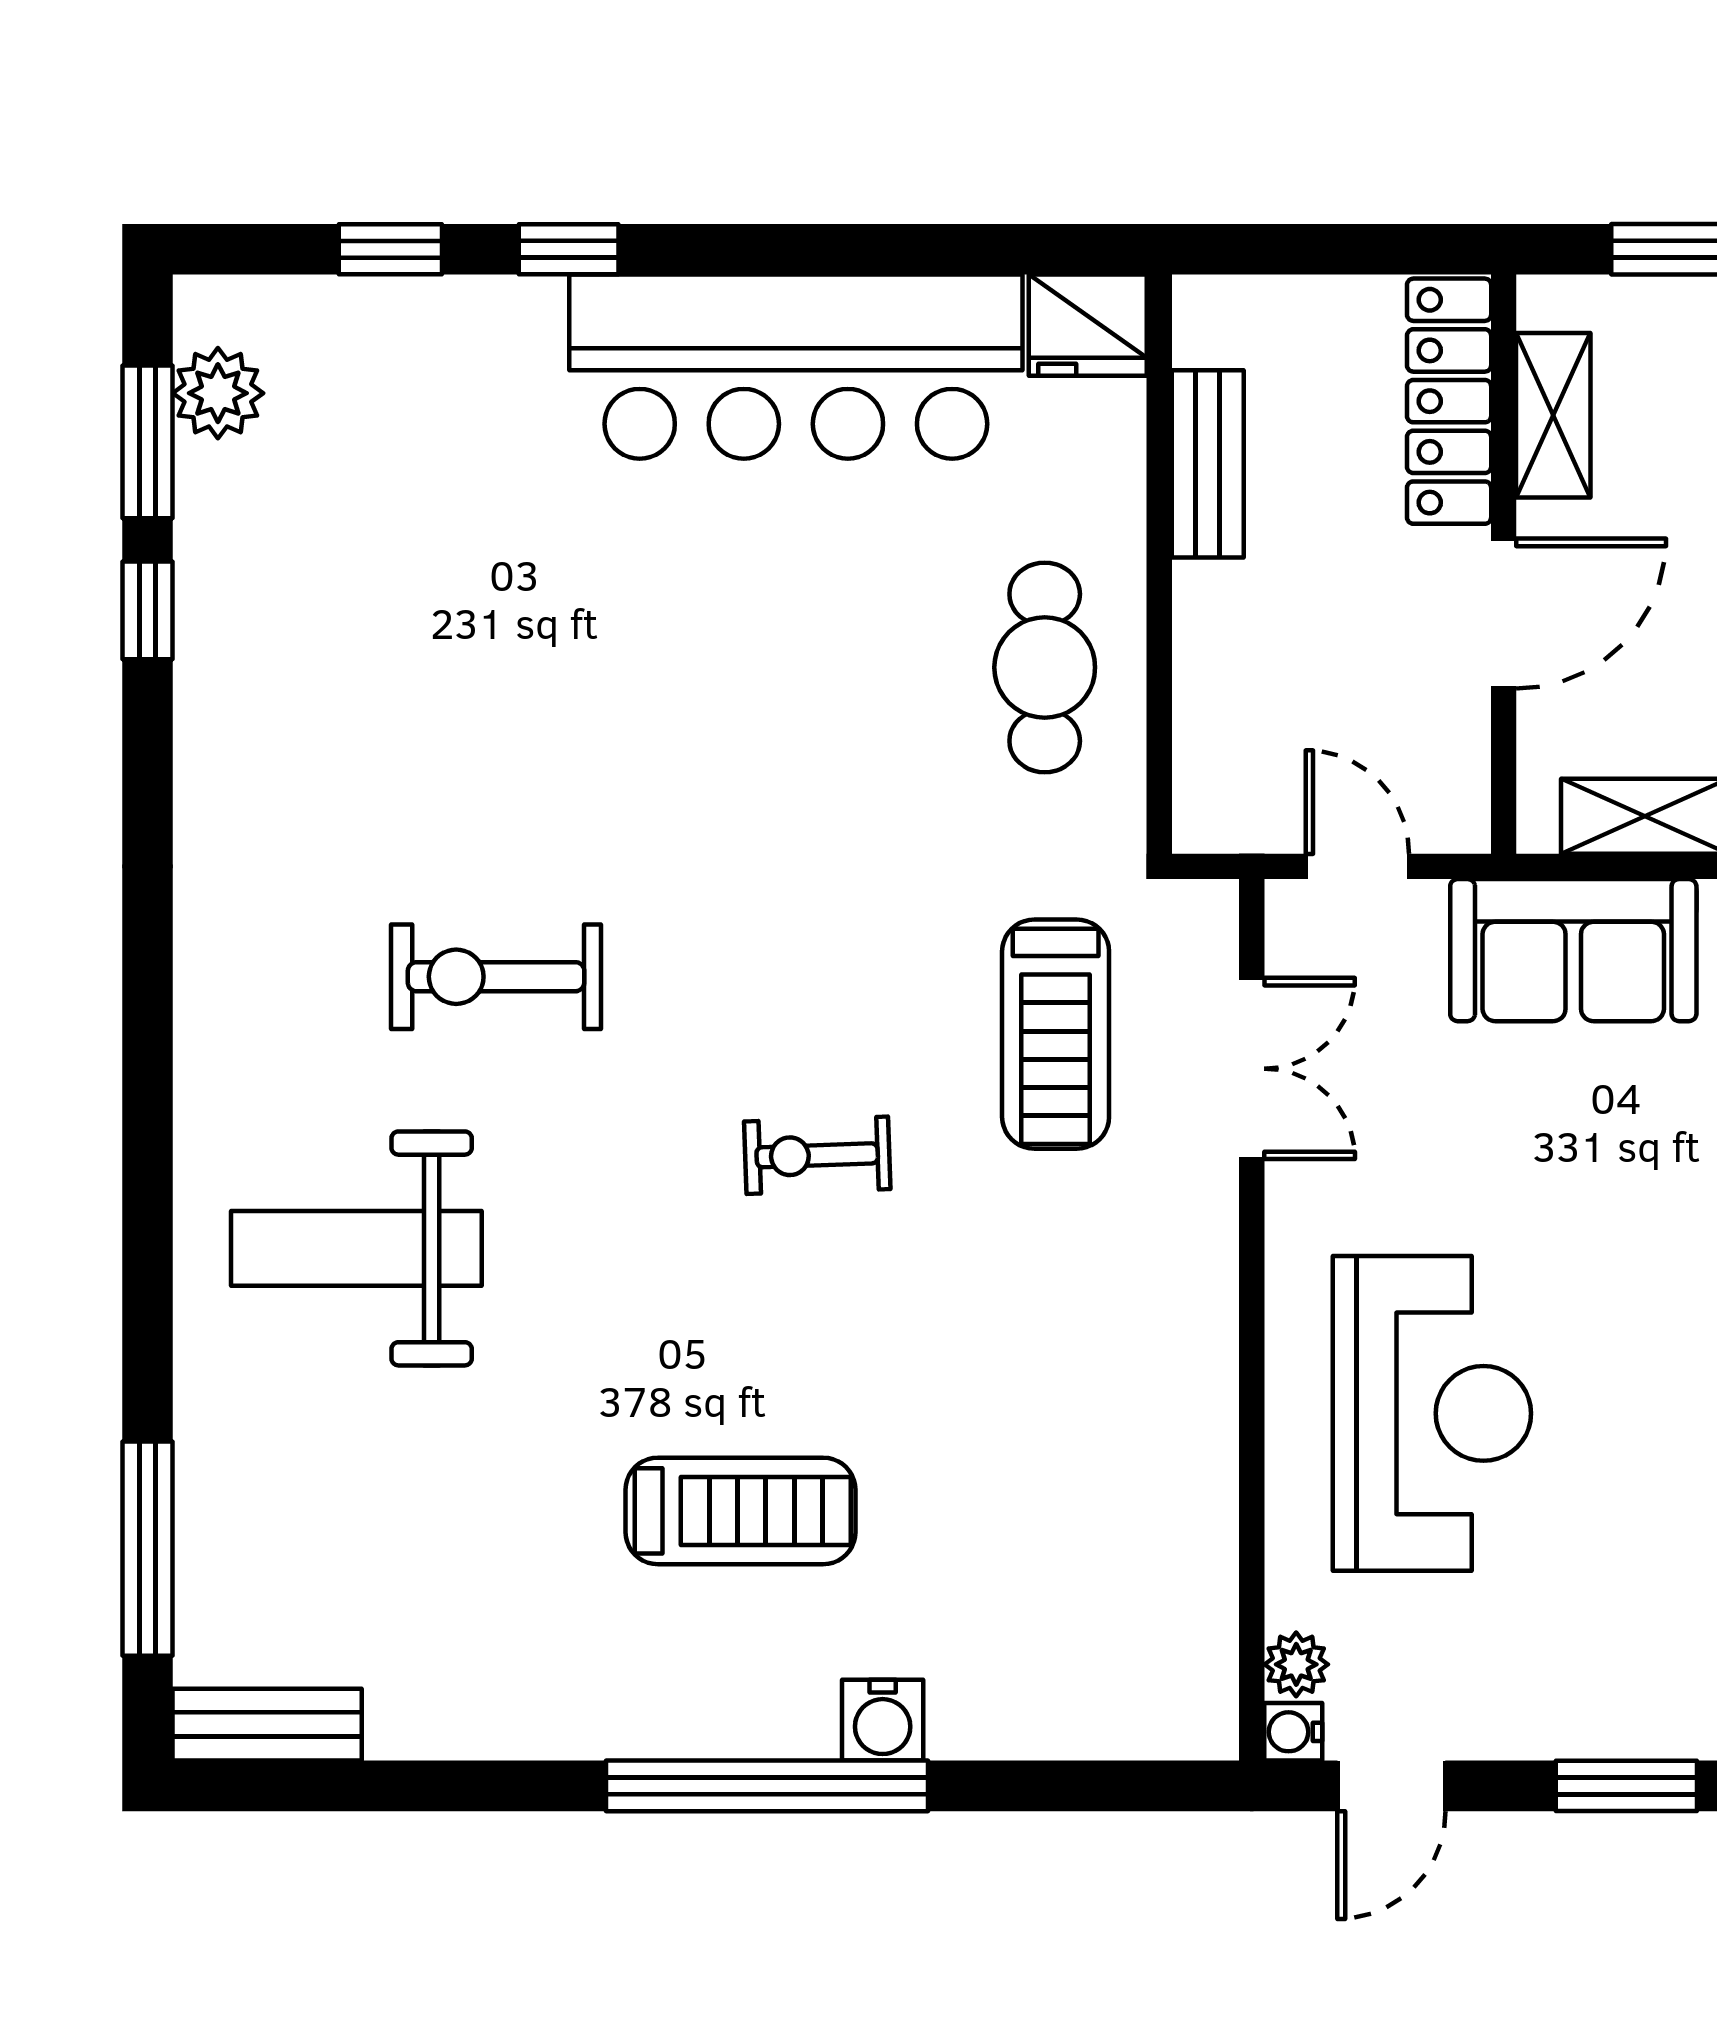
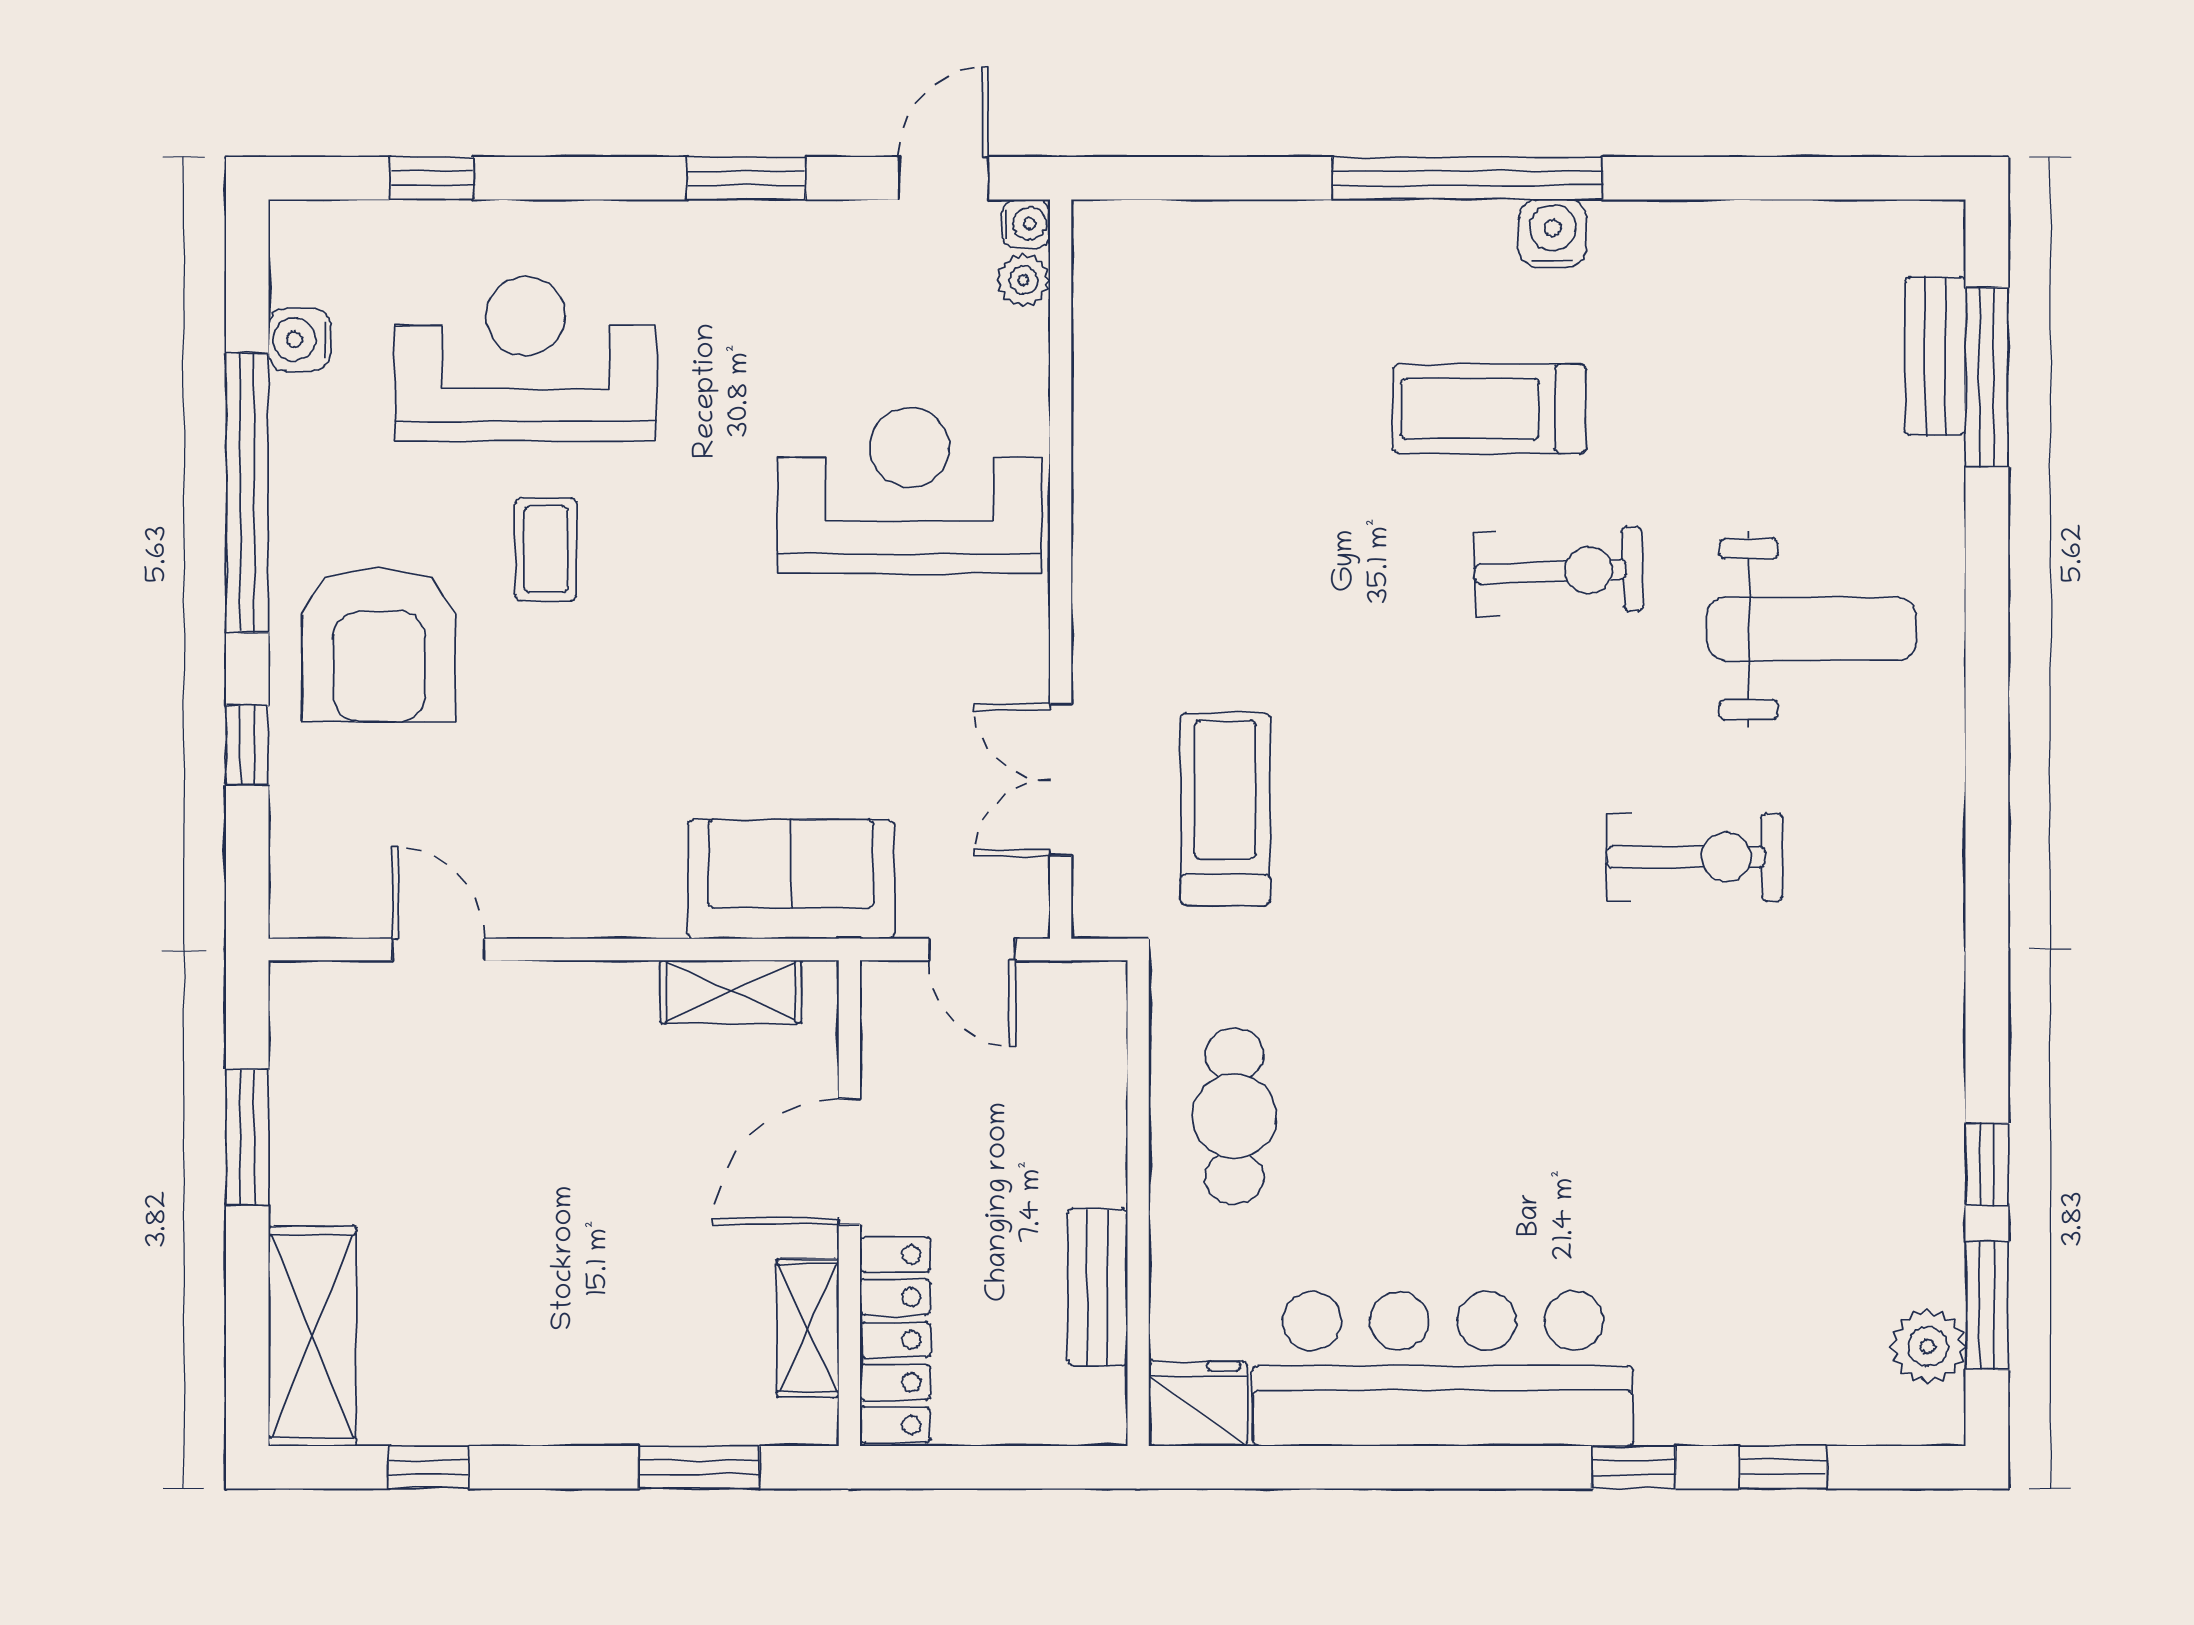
exercise bike: (817, 1155) -> (1559, 571), moved, width x1.38, depth x1.39
reception desk: (1432, 1413) -> (910, 491), turned 90
water cooler: (883, 1720) -> (1553, 233), moved
bench: (267, 1725) -> (1935, 356), moved, turned 90

